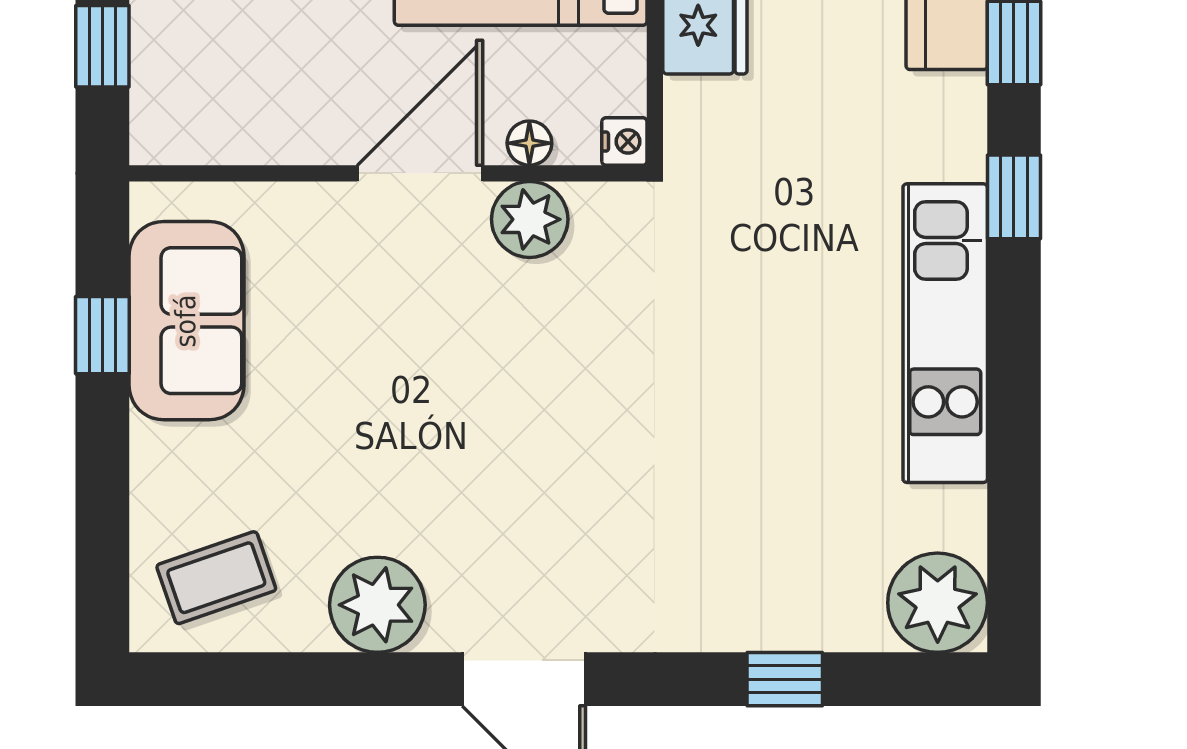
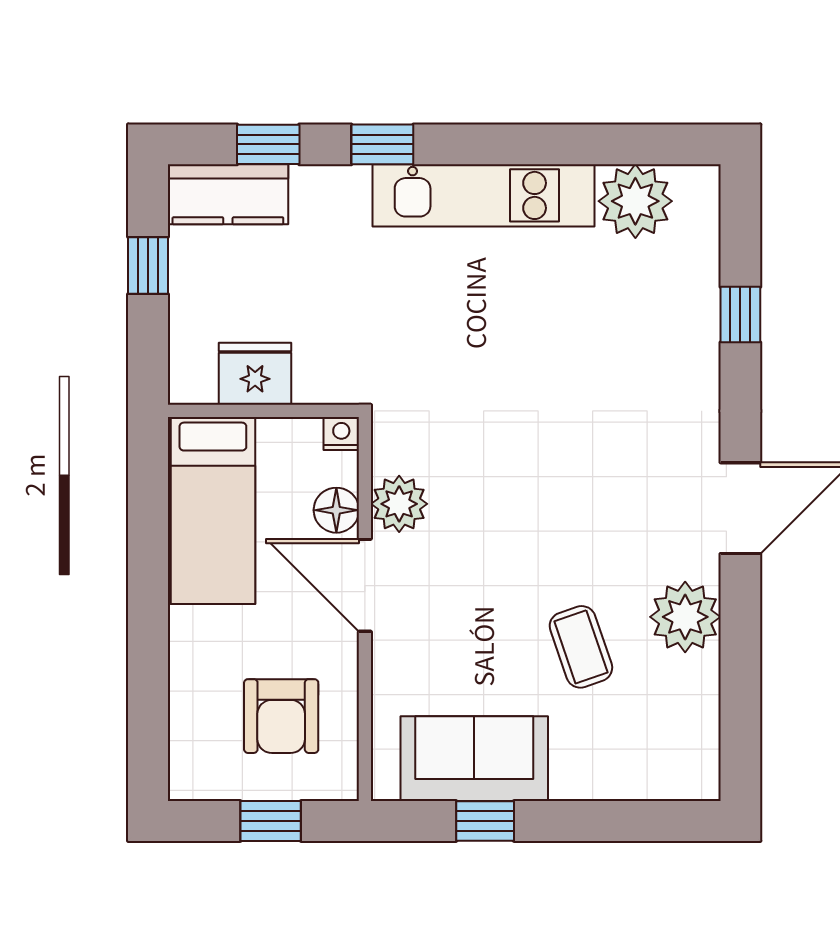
armchair: (244, 61) -> (281, 716), added
floor lamp: (529, 143) -> (336, 510), width x1.37, depth x1.37
coffee table: (216, 578) -> (581, 647), moved
plant: (938, 603) -> (635, 201), moved

